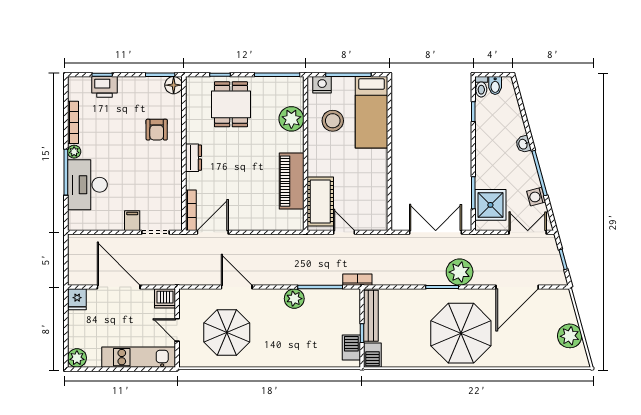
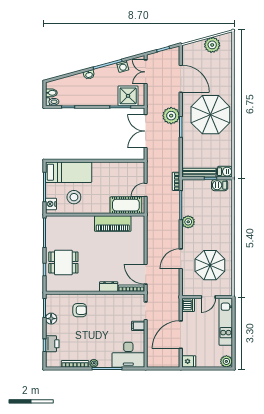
floor lamp: (174, 85) -> (51, 319), moved
plant: (291, 119) -> (73, 224), removed
dresser: (193, 158) -> (109, 287), moved
desk: (87, 185) -> (128, 355), moved

